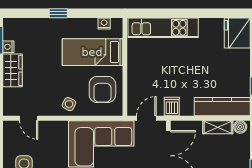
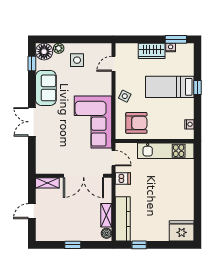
kitchen unit: (163, 28) -> (166, 151), moved, turned -90
bed: (92, 52) -> (170, 87), moved, turned -90
armchair: (102, 89) -> (136, 123), turned 180

